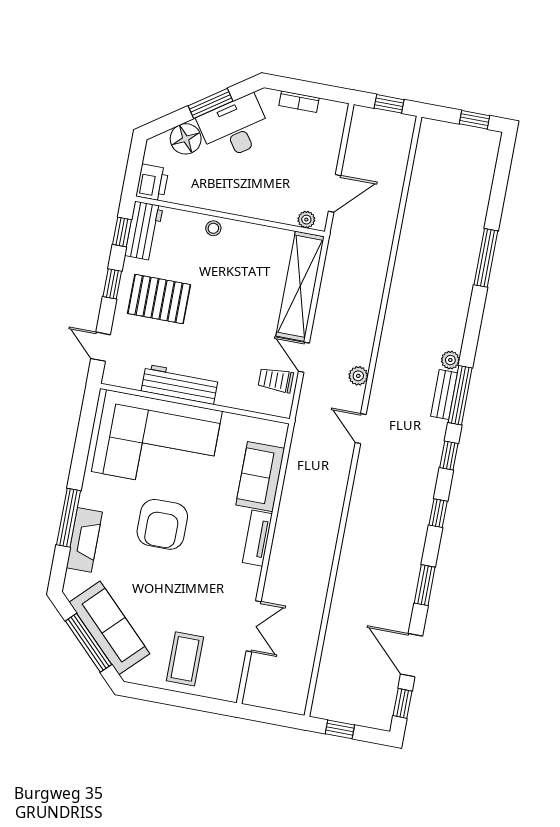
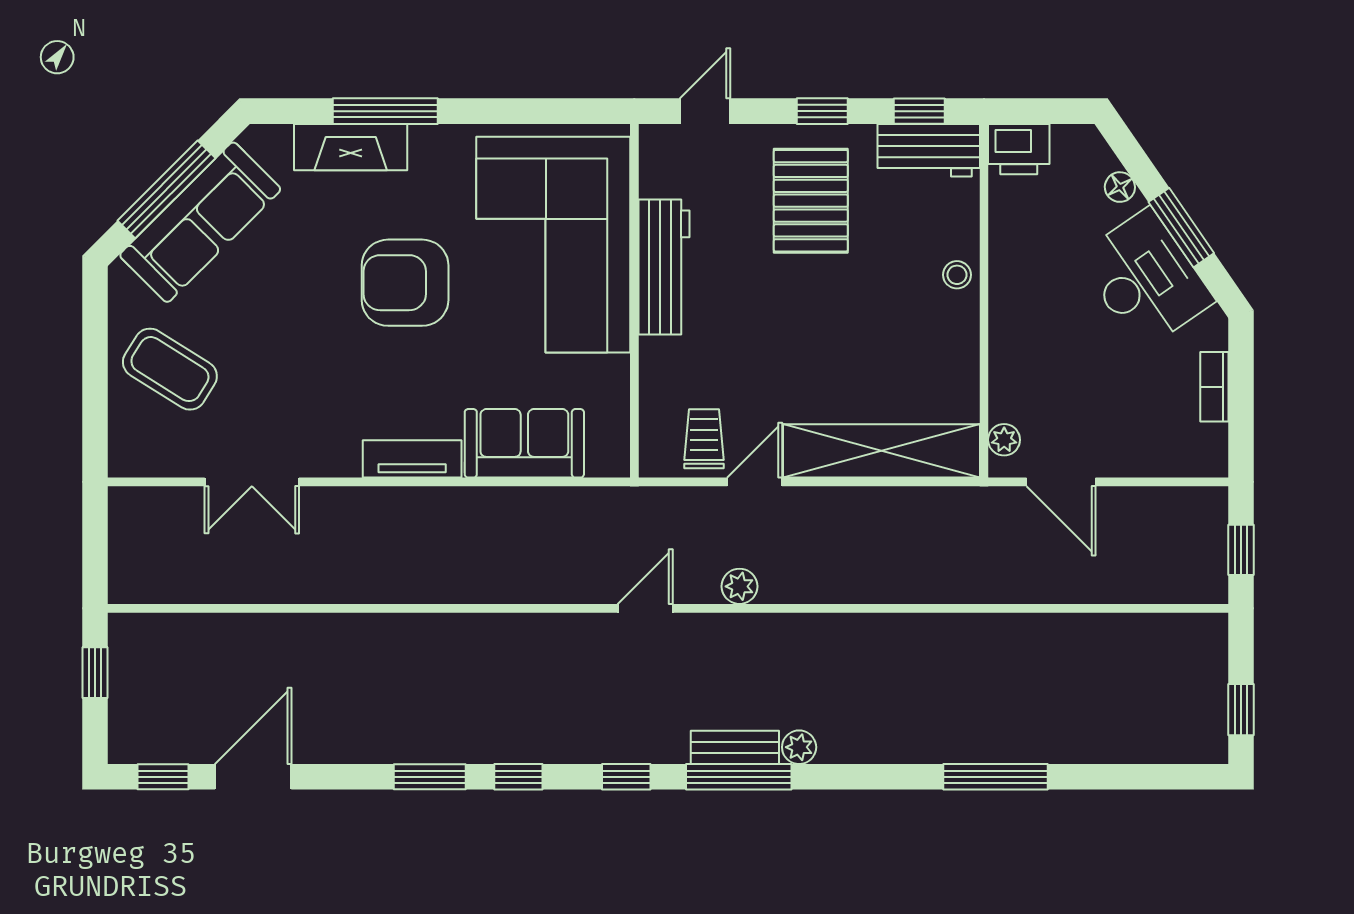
floor lamp: (186, 139) -> (1120, 187), width x0.53, depth x0.53
window: (425, 585) -> (430, 777), moved
coffee table: (185, 659) -> (170, 369), turned 32

